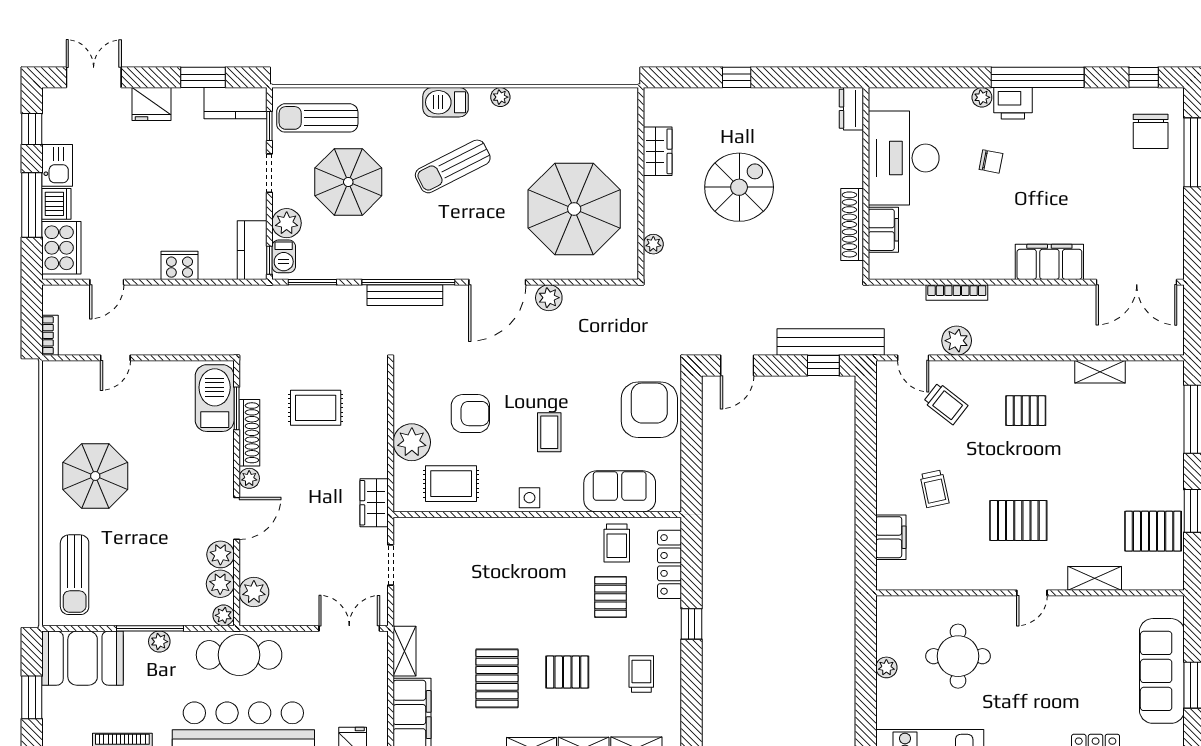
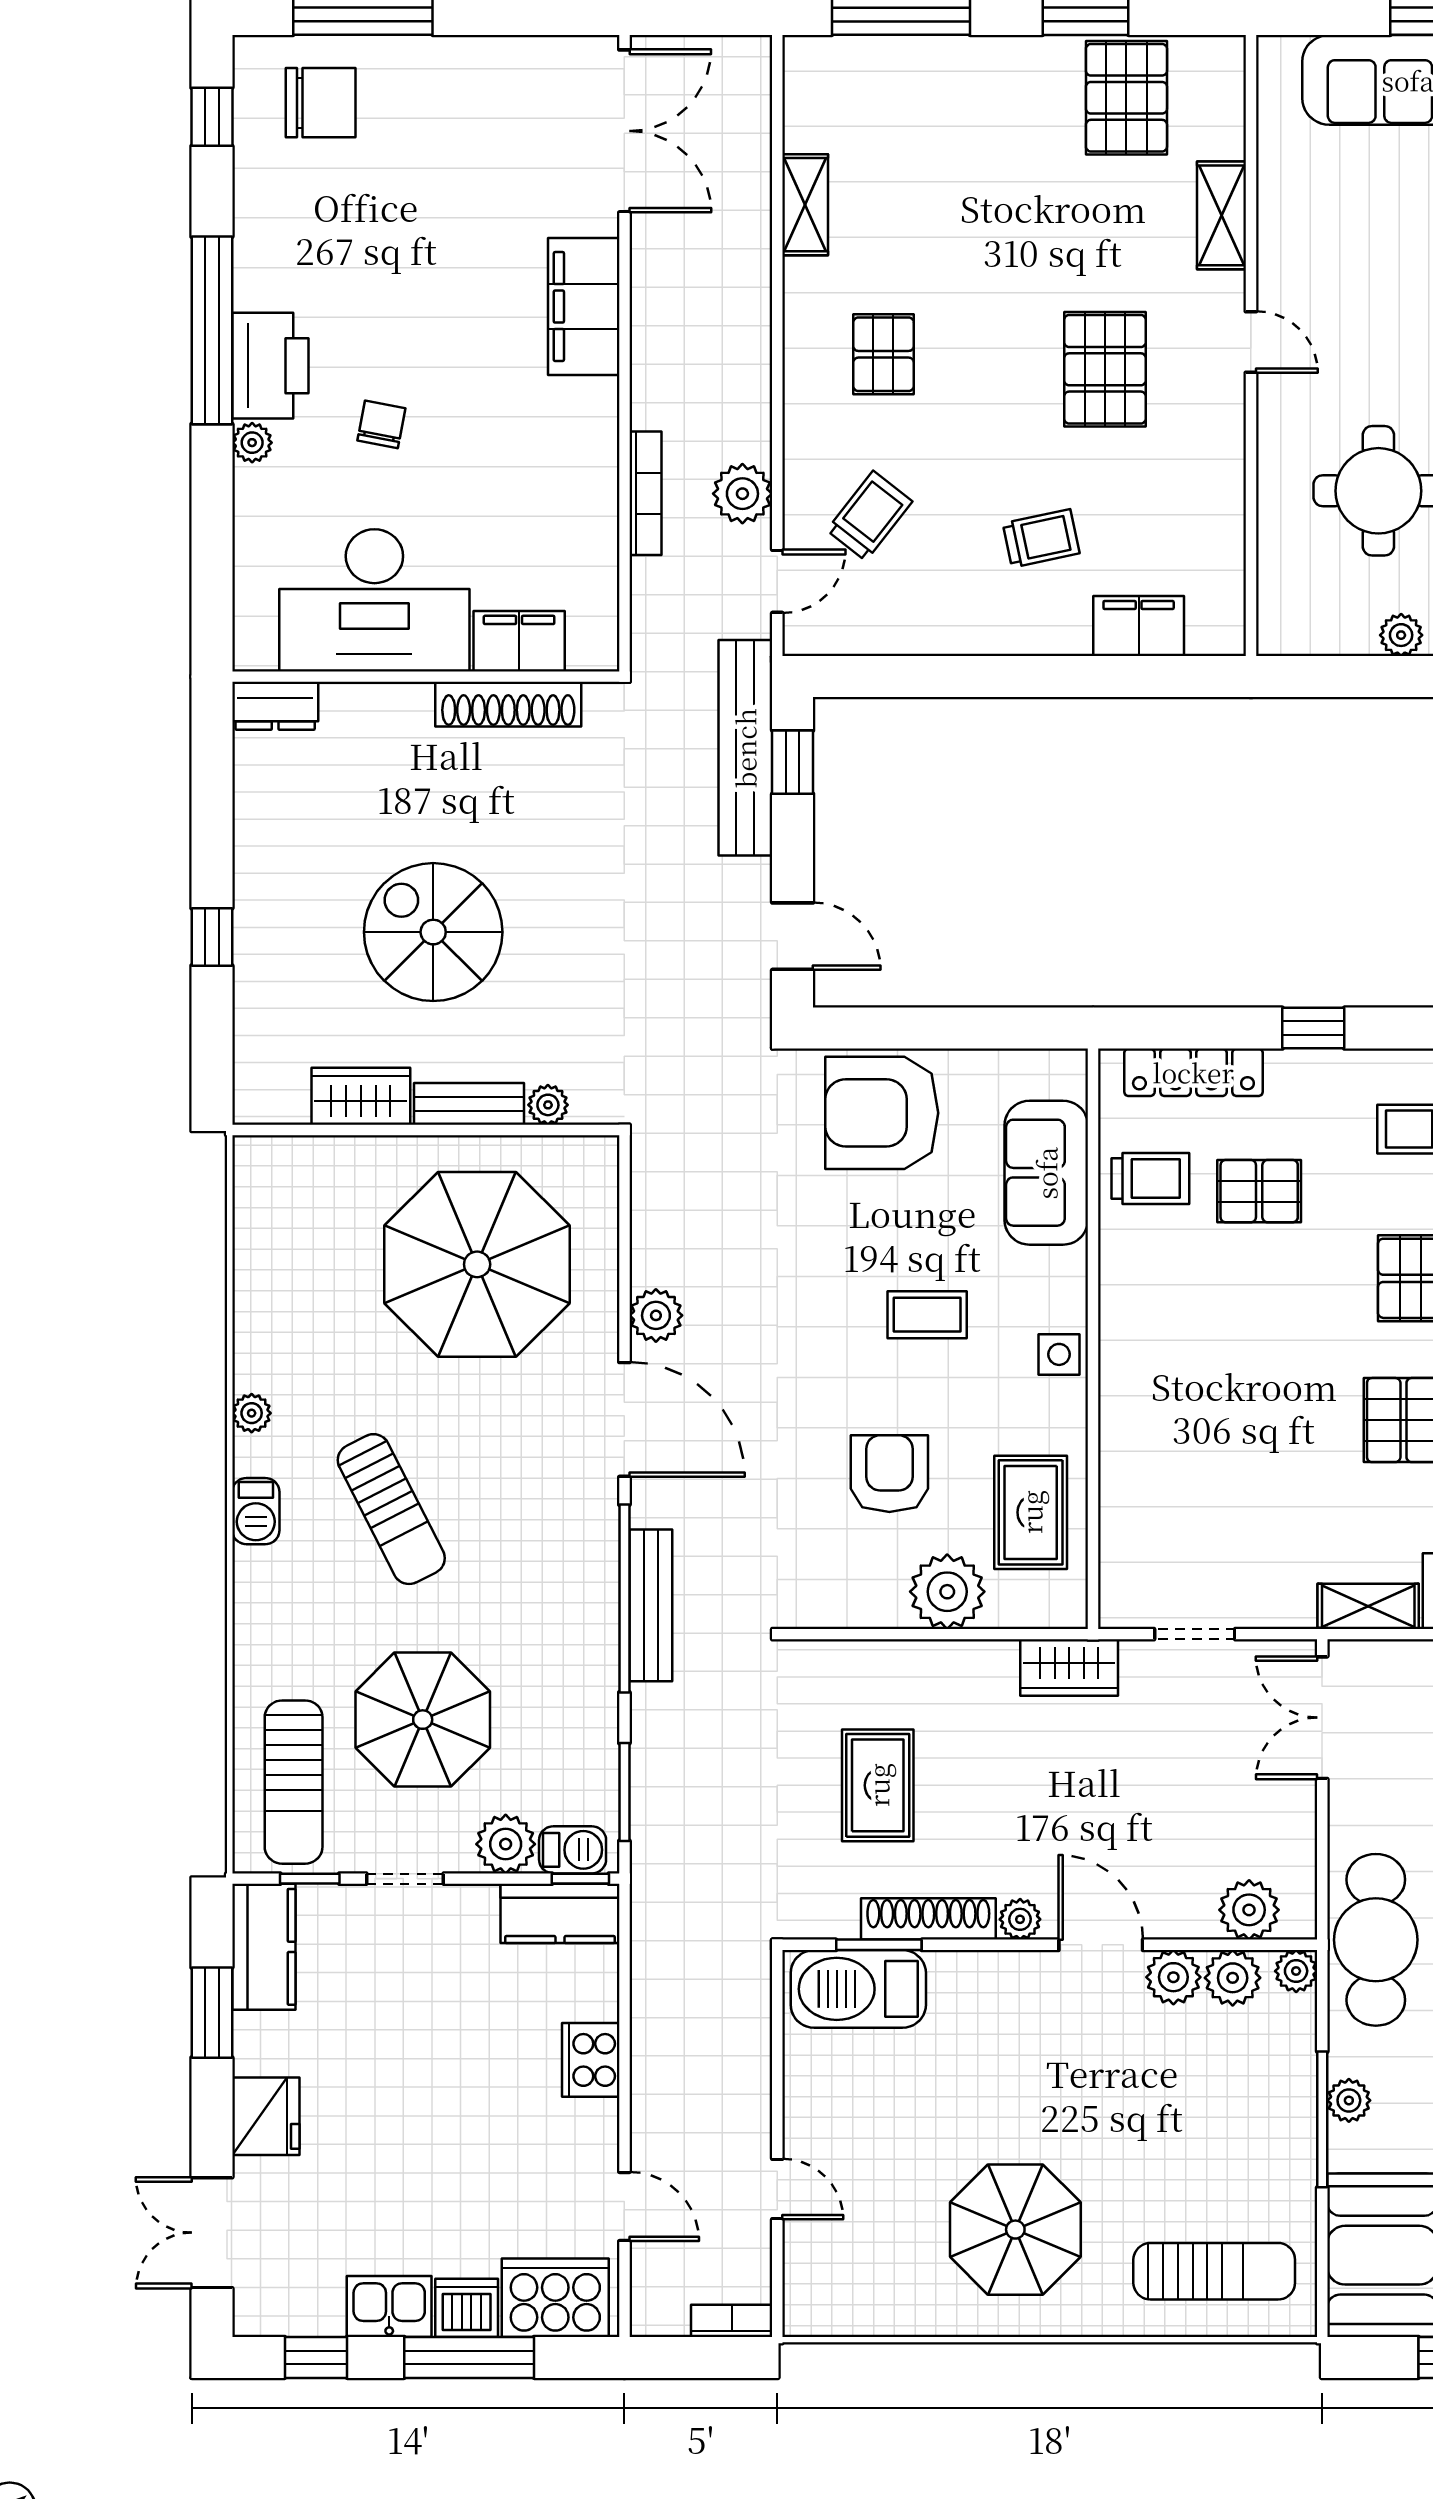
barbecue: (446, 102) -> (256, 1511), width x0.73, depth x0.79
printer: (1013, 103) -> (270, 366), width x1.37, depth x1.19
bench: (654, 205) -> (469, 1104), added

